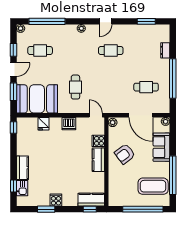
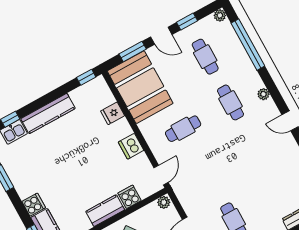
cafe table: (111, 51) -> (230, 102), moved
kitchen counter: (22, 168) -> (48, 114), width x1.50
cooker: (56, 200) -> (34, 205), moved

